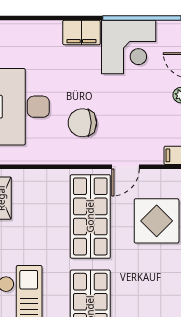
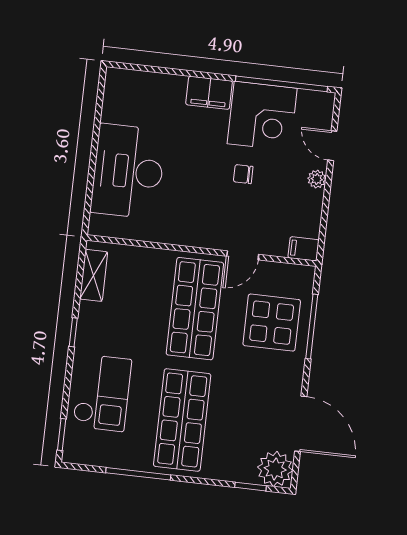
chair: (82, 123) -> (243, 174), moved, width x0.54, depth x0.54

